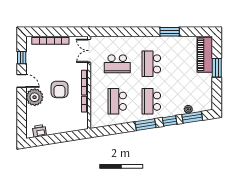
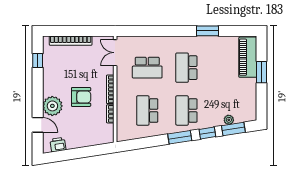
door: (22, 81) -> (38, 125), moved
armchair: (60, 89) -> (81, 97), turned -90

